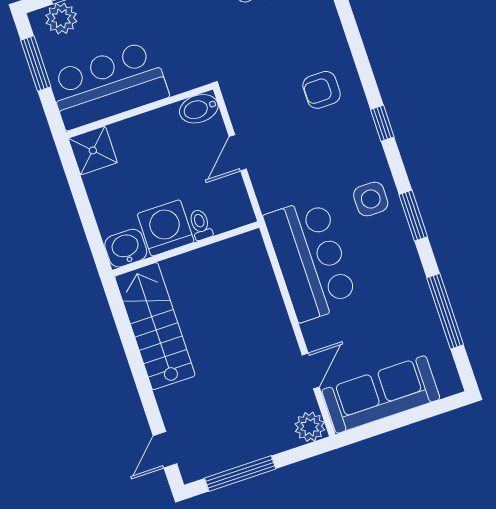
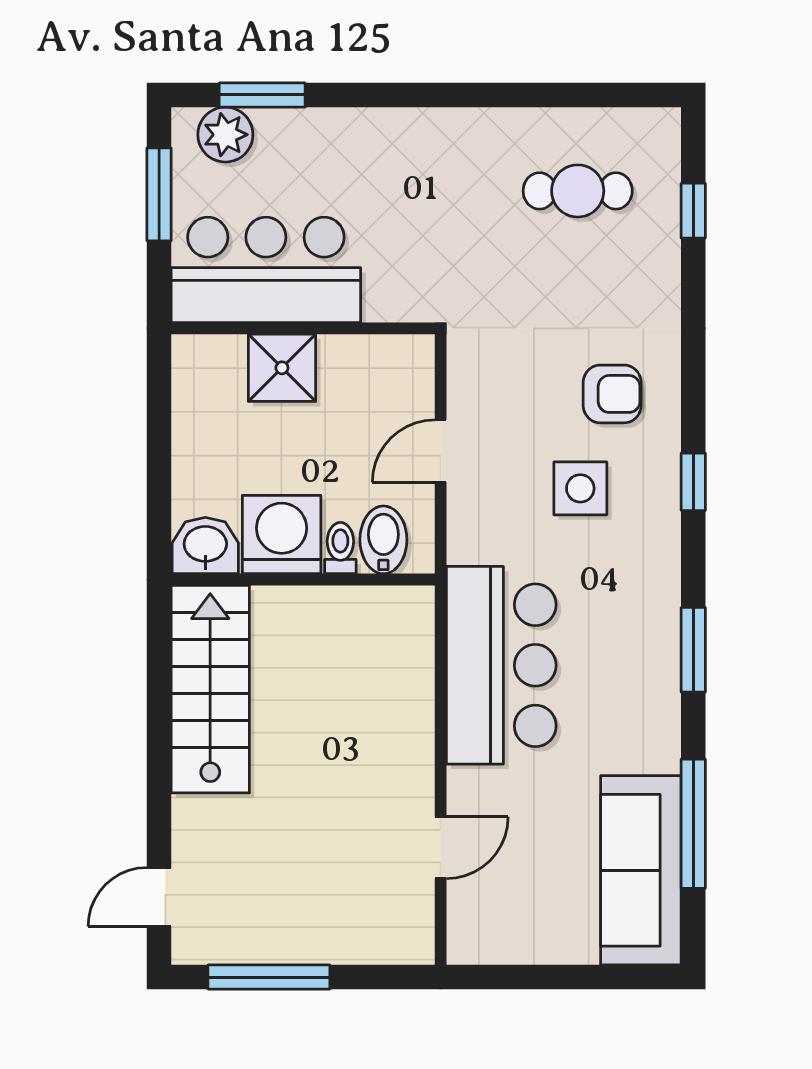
armchair: (322, 90) -> (612, 394), turned 180
bidet: (199, 109) -> (383, 540), moved, turned 90
shower: (93, 150) -> (282, 368), moved
side table: (371, 199) -> (580, 488), moved
sofa: (381, 394) -> (641, 870), moved, turned -90
plant: (310, 427) -> (409, 939), removed

